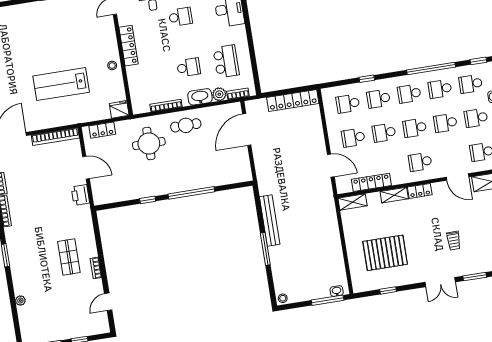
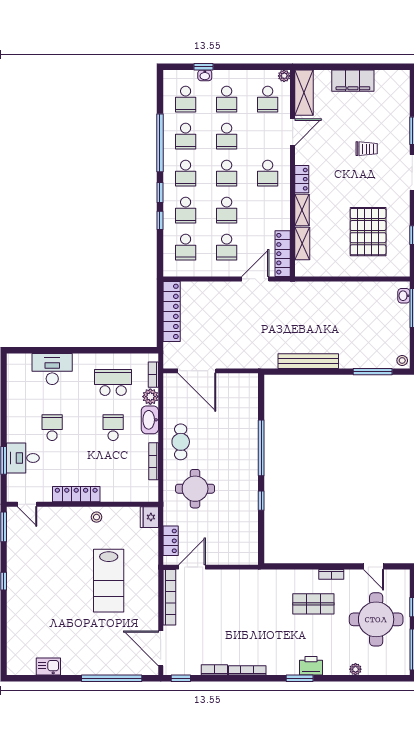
window: (478, 61) -> (160, 192), moved
door: (86, 168) -> (192, 567), moved
locker: (371, 182) -> (283, 254), moved
printer: (80, 195) -> (311, 666), moved, turned 180
shelving: (353, 202) -> (302, 244), moved
window: (265, 249) -> (373, 372), moved
round table: (64, 311) -> (376, 619), added

